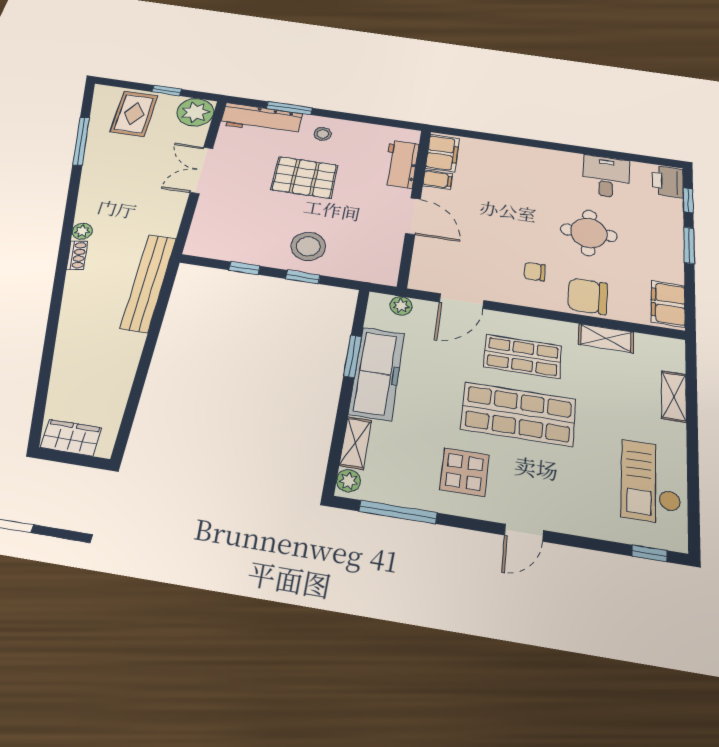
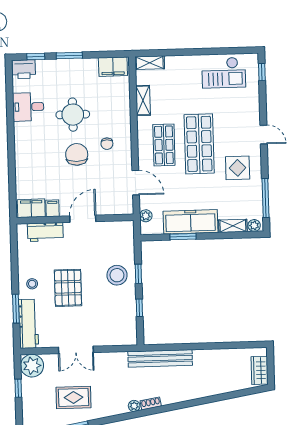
rug: (134, 114) -> (73, 397), moved
chair: (588, 296) -> (77, 154), moved, turned 180
shelving: (674, 396) -> (150, 63), moved

